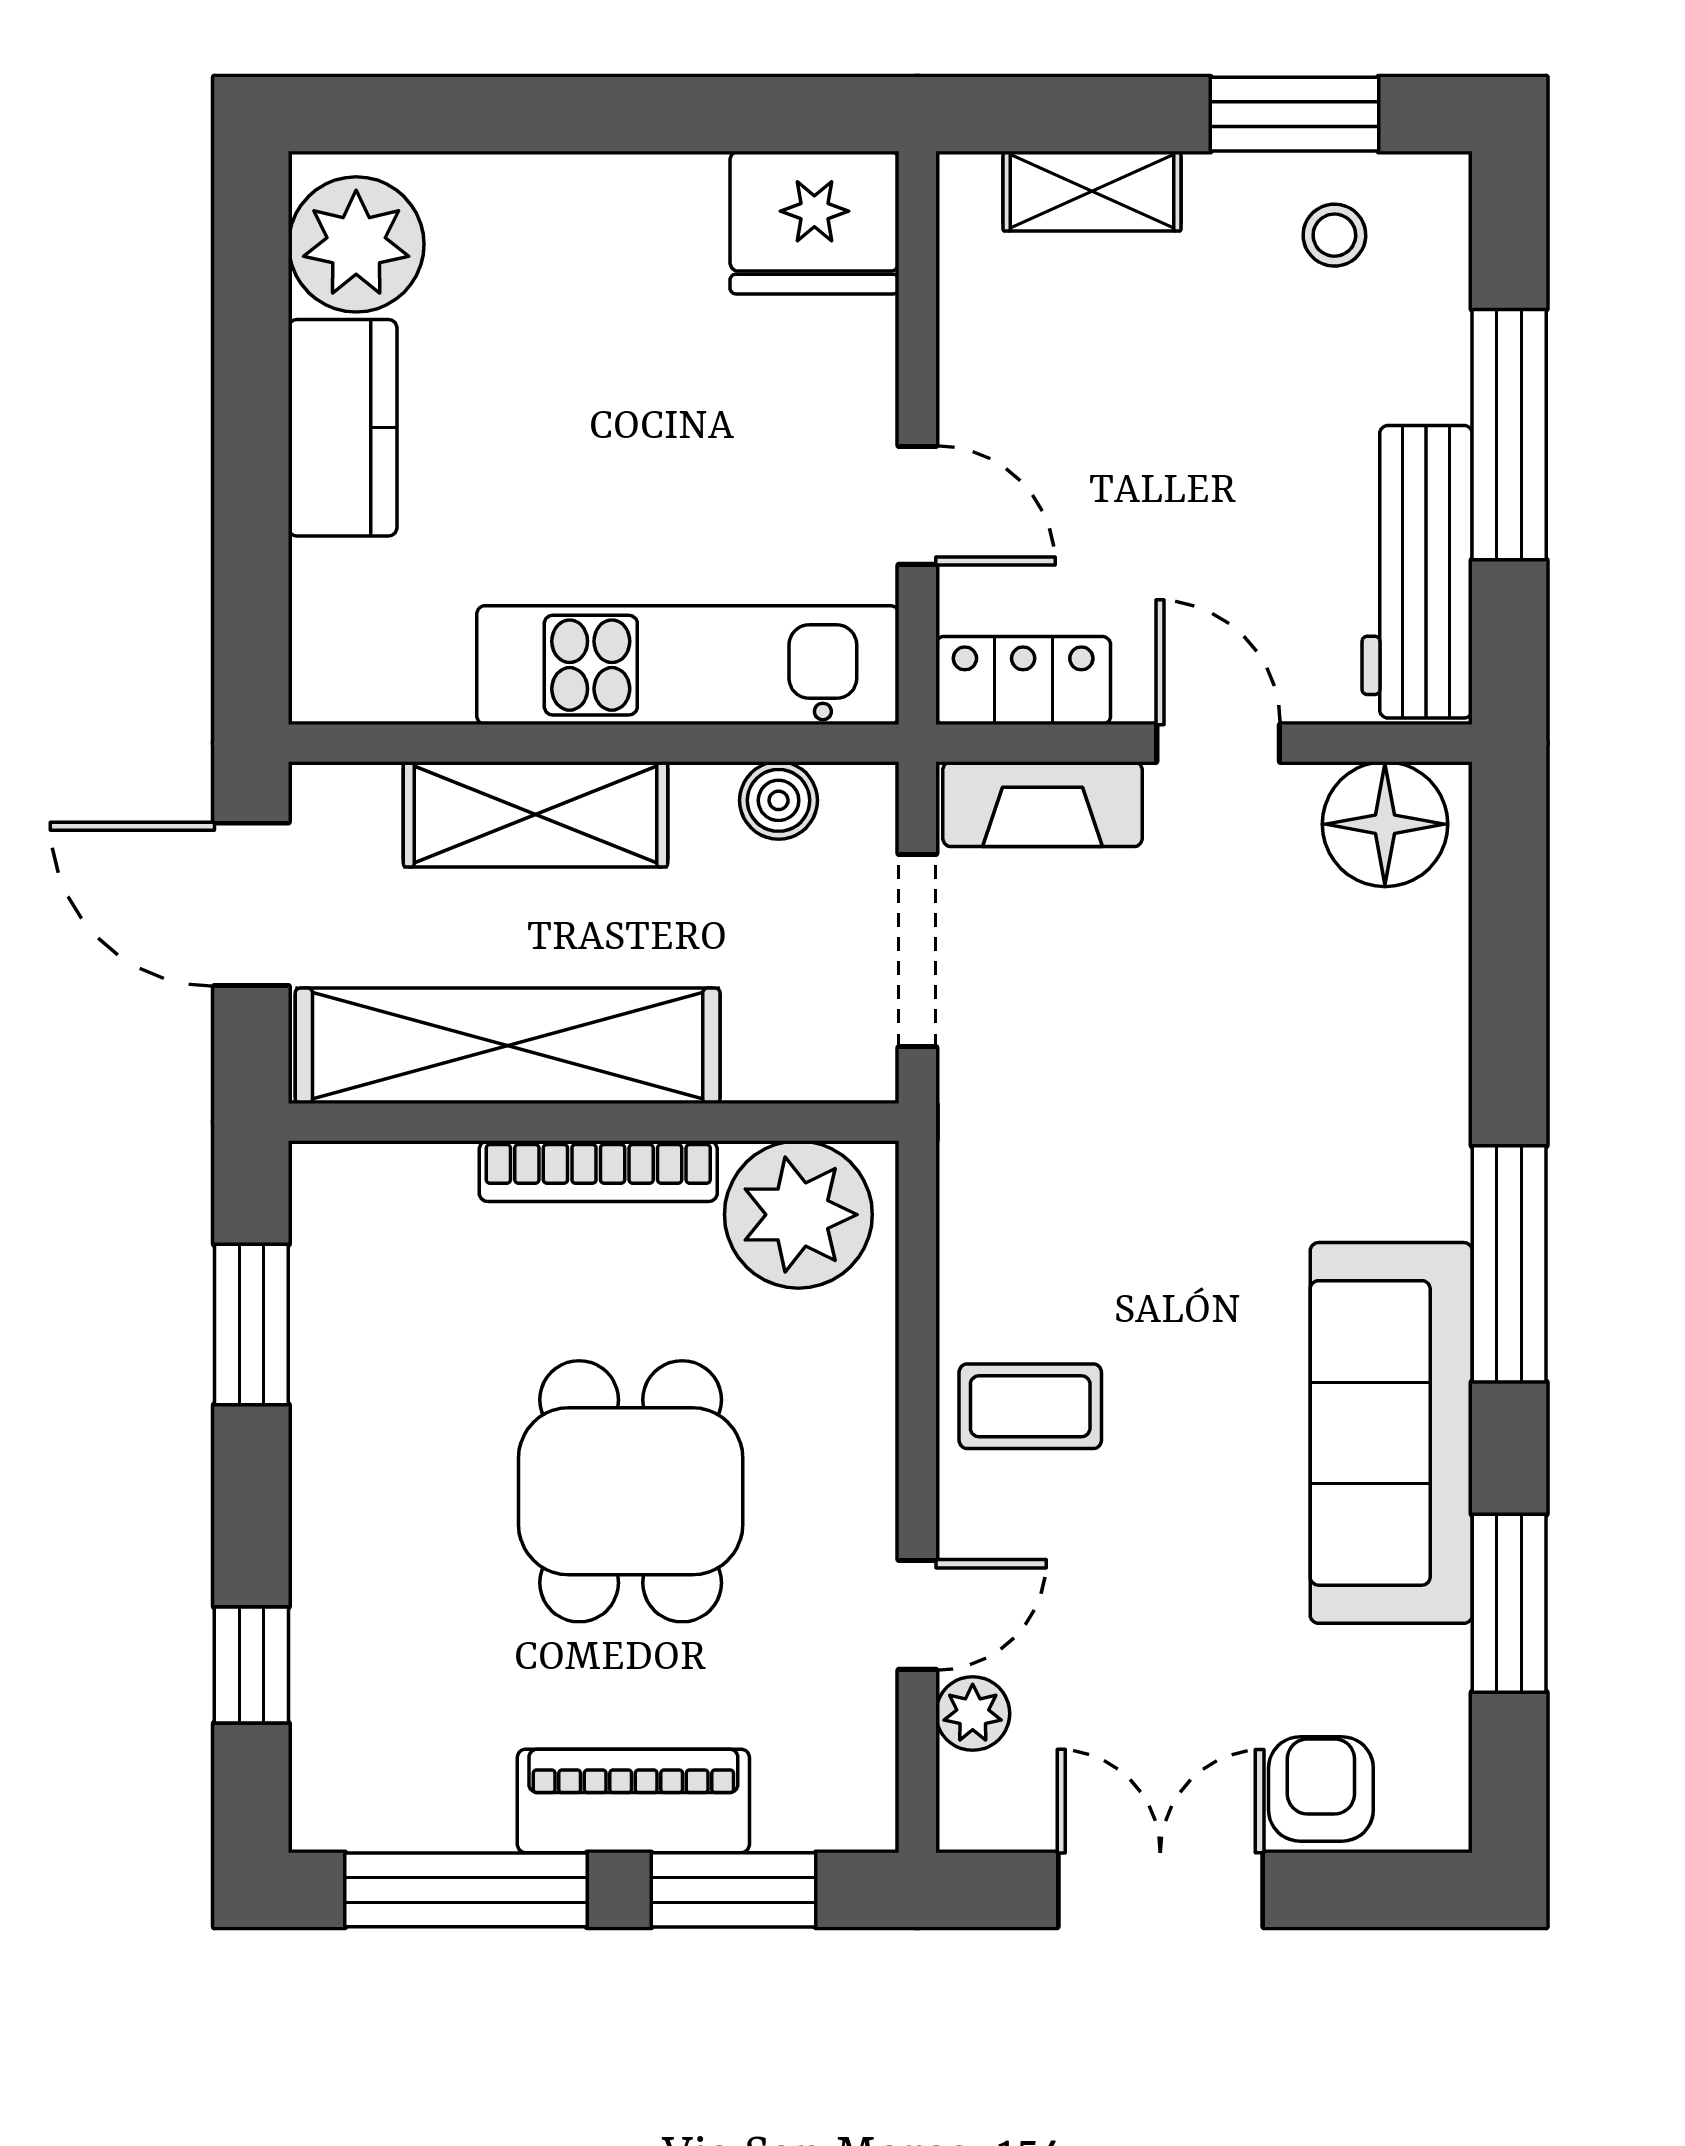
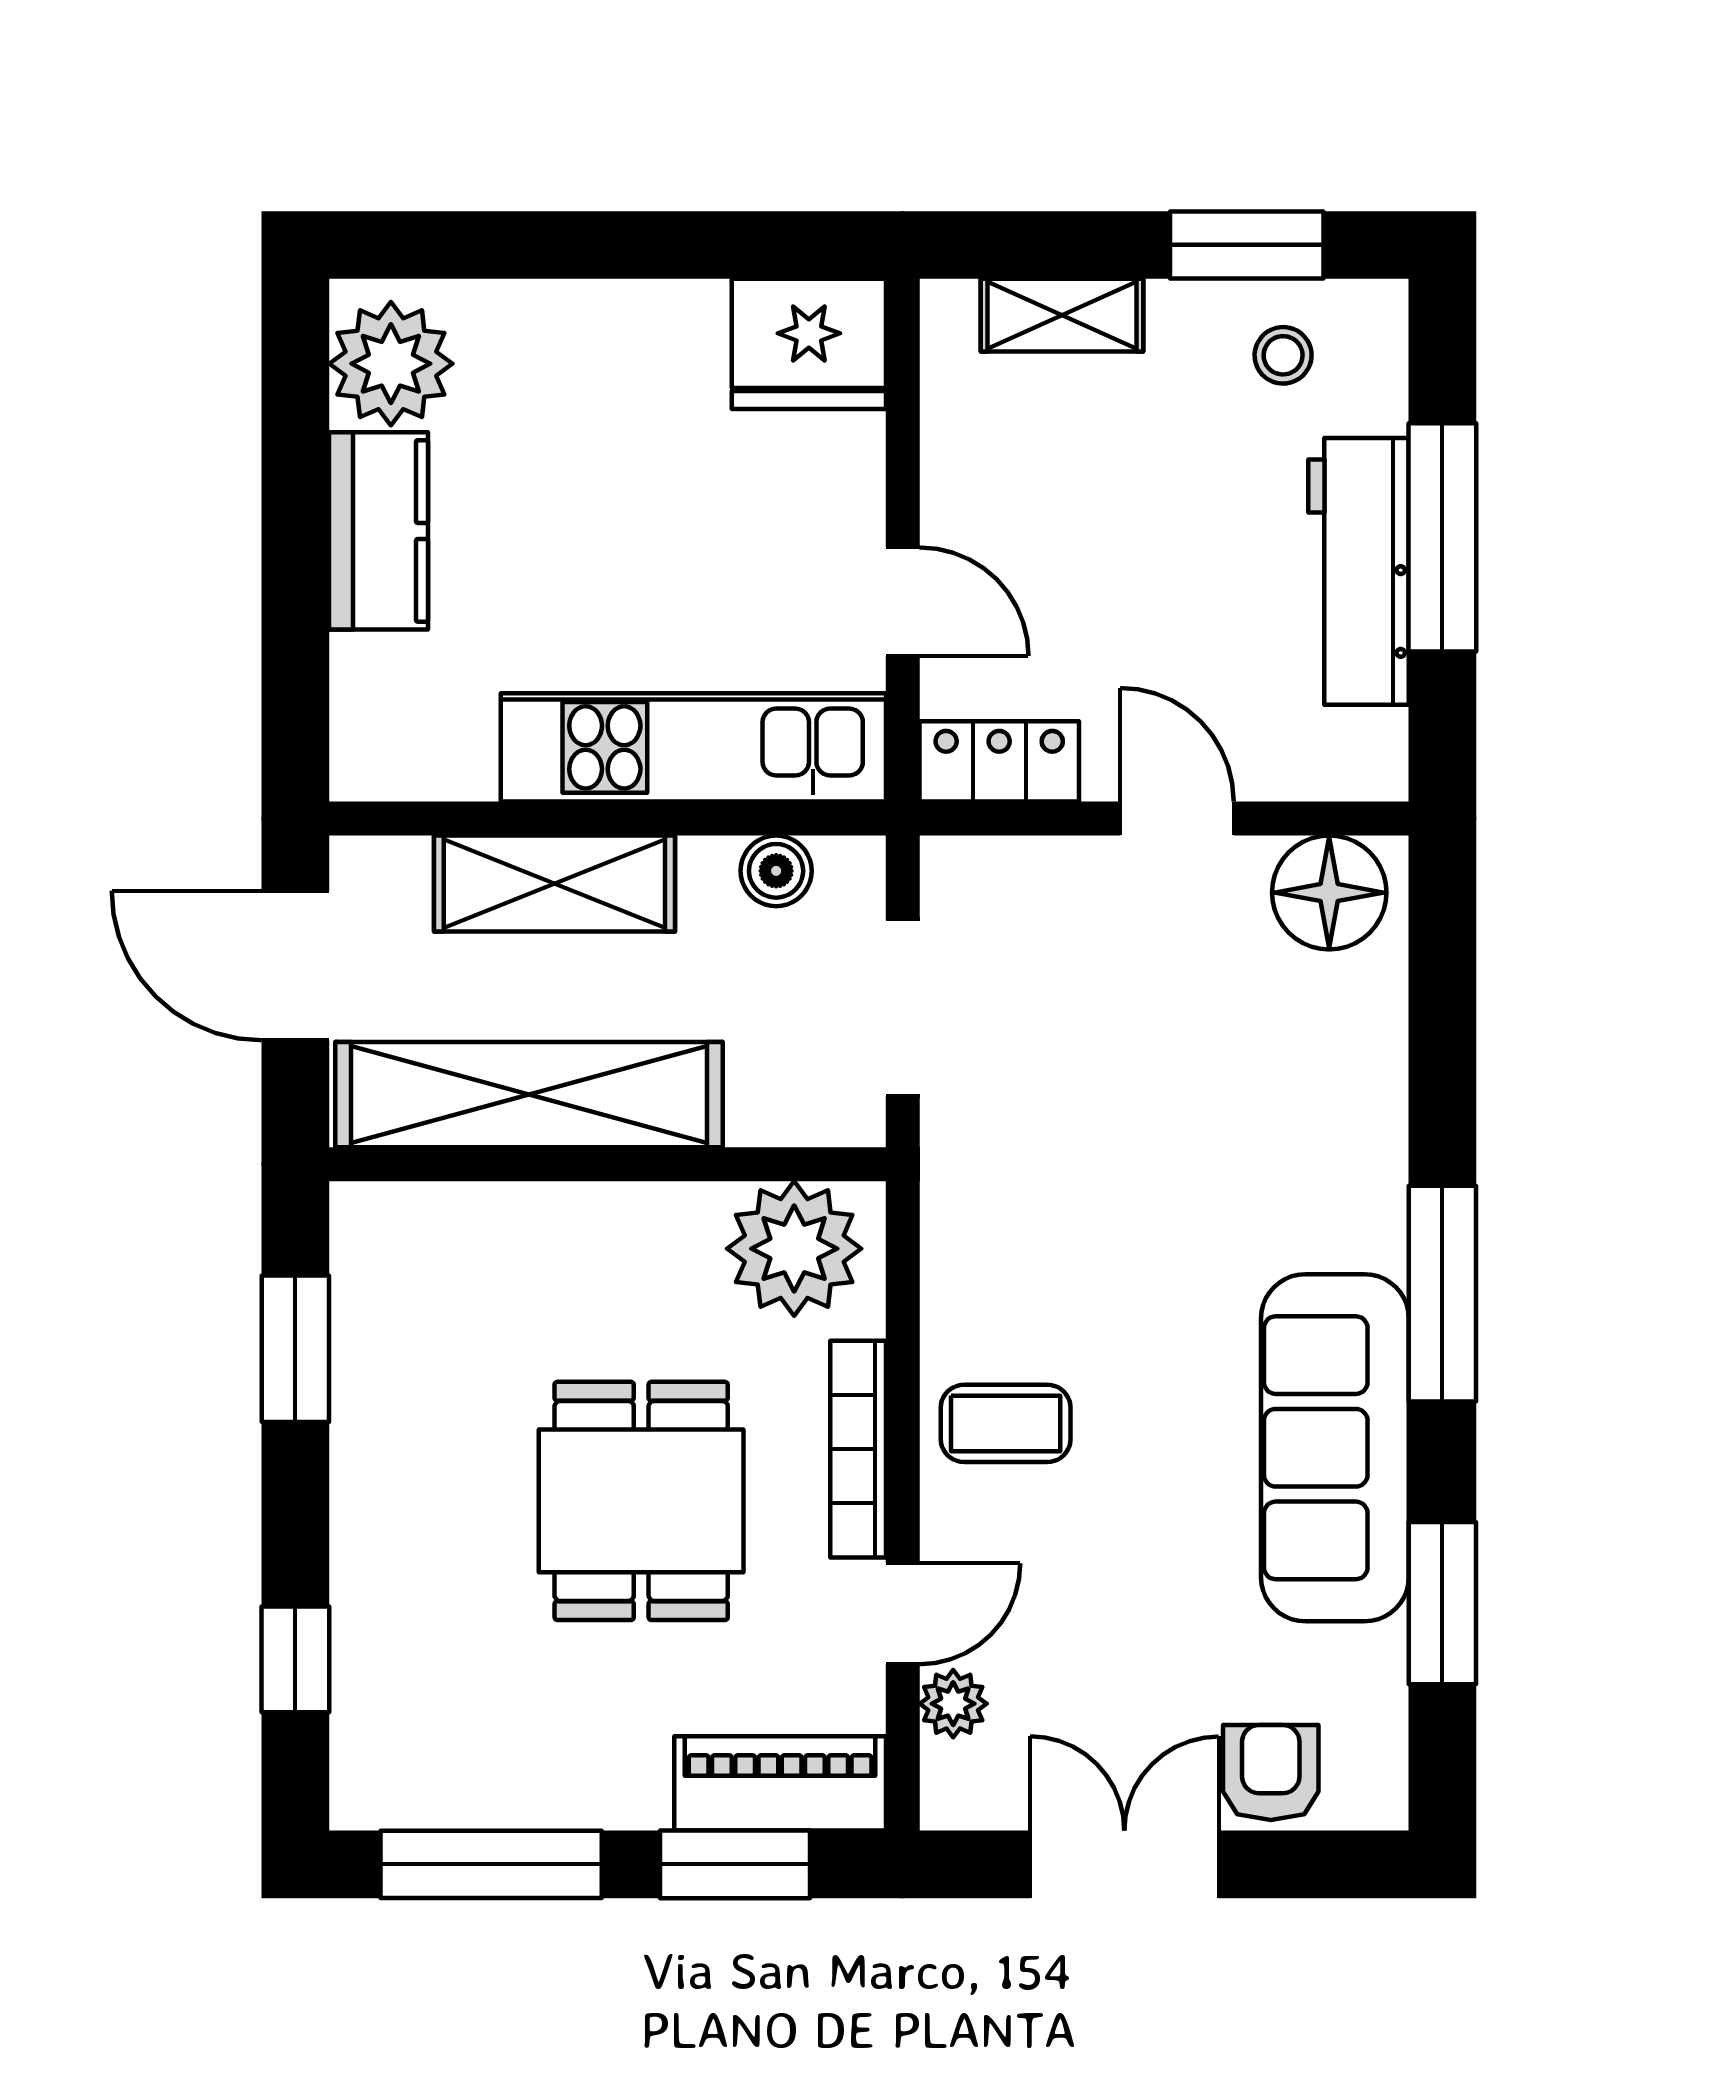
workbench: (1417, 572) -> (1359, 571), moved
fireplace: (1043, 804) -> (1017, 874), removed
bookcase: (598, 1171) -> (858, 1449), moved, turned 90
piano: (633, 1801) -> (780, 1783), moved

